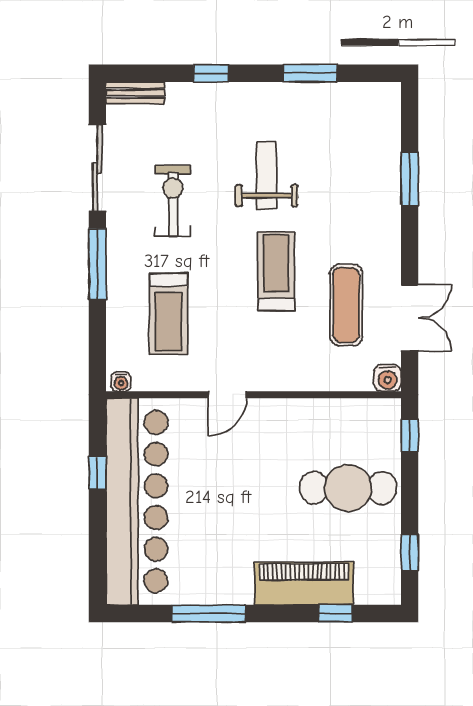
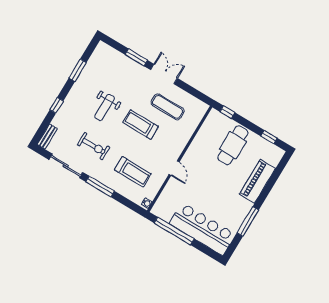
weight bench: (267, 175) -> (105, 107), turned -90
exercise bike: (173, 201) -> (94, 146), turned 180
double door: (410, 318) -> (164, 74), moved
water cooler: (388, 378) -> (202, 108), removed
window: (97, 473) -> (174, 231), width x3.17
bar counter: (137, 502) -> (202, 229), width x0.73
window: (335, 613) -> (275, 176), removed

